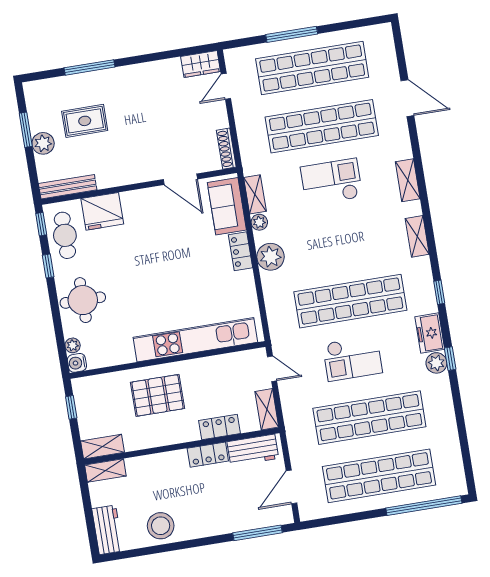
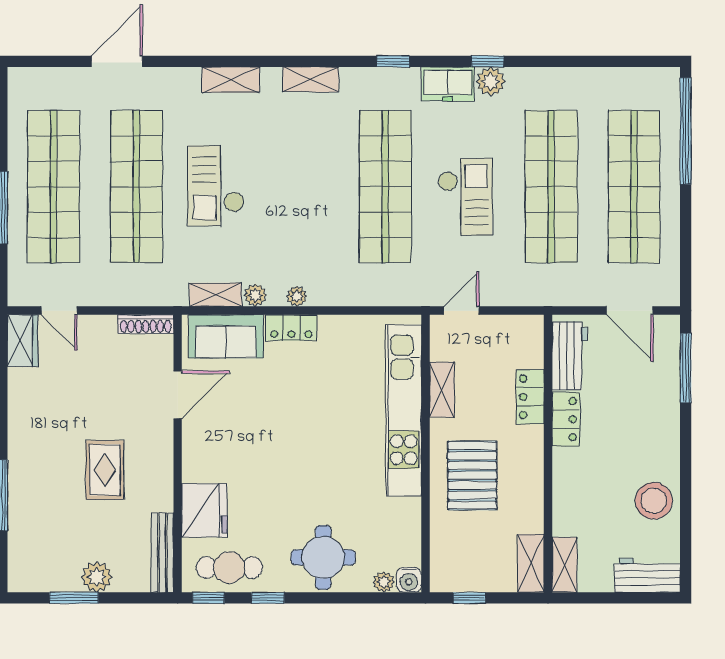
rug: (85, 121) -> (105, 470), moved
plant: (271, 257) -> (297, 296), width x0.53, depth x0.53
shelving: (267, 409) -> (442, 390), moved, turned 90

